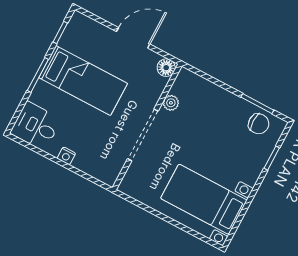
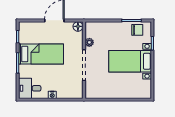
bed with nightstands: (204, 199) -> (130, 61), moved

